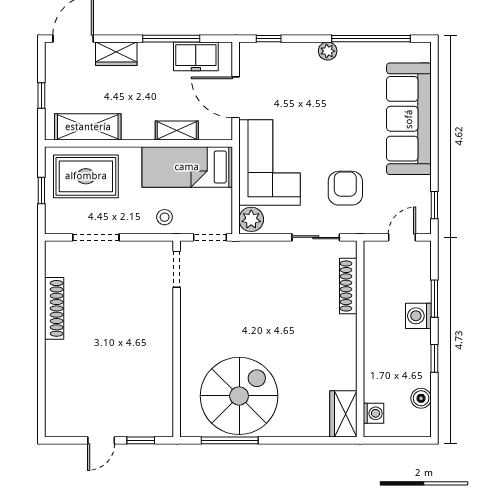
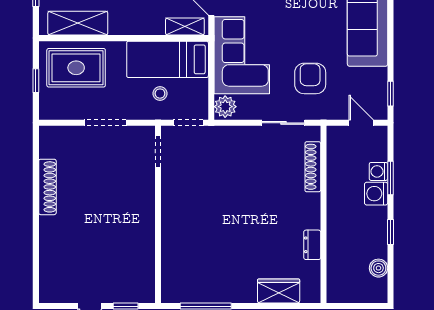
shelving: (177, 131) -> (185, 26), moved
stool: (165, 217) -> (160, 94), moved
doorway: (96, 237) -> (105, 123), moved
door: (402, 237) -> (361, 123), hinge flipped
dresser: (348, 373) -> (312, 245), added
spiral stairs: (239, 396) -> (214, 266), removed
washing machine: (374, 413) -> (378, 171), moved, turned 180
wardrobe: (343, 414) -> (279, 291), moved, turned 90

